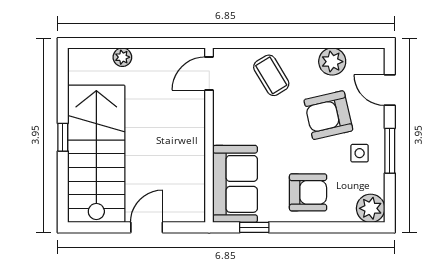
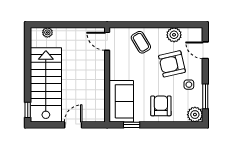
plant: (122, 57) -> (47, 32), moved
door: (209, 74) -> (107, 41), hinge flipped
window: (63, 137) -> (28, 110), moved
window: (390, 151) -> (205, 96), moved
armchair: (308, 192) -> (161, 106), turned -90

